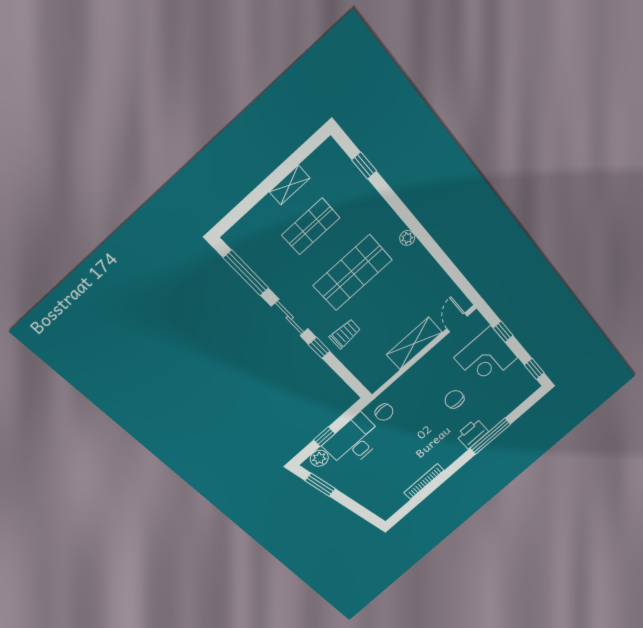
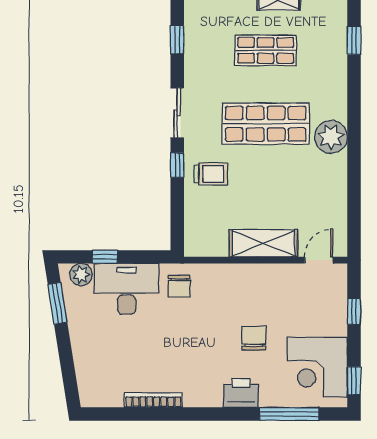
plant: (407, 238) -> (331, 137), width x1.87, depth x1.87
window: (246, 273) -> (177, 40), width x0.46
corner desk: (486, 358) -> (317, 367), moved
window: (490, 436) -> (289, 414), moved

